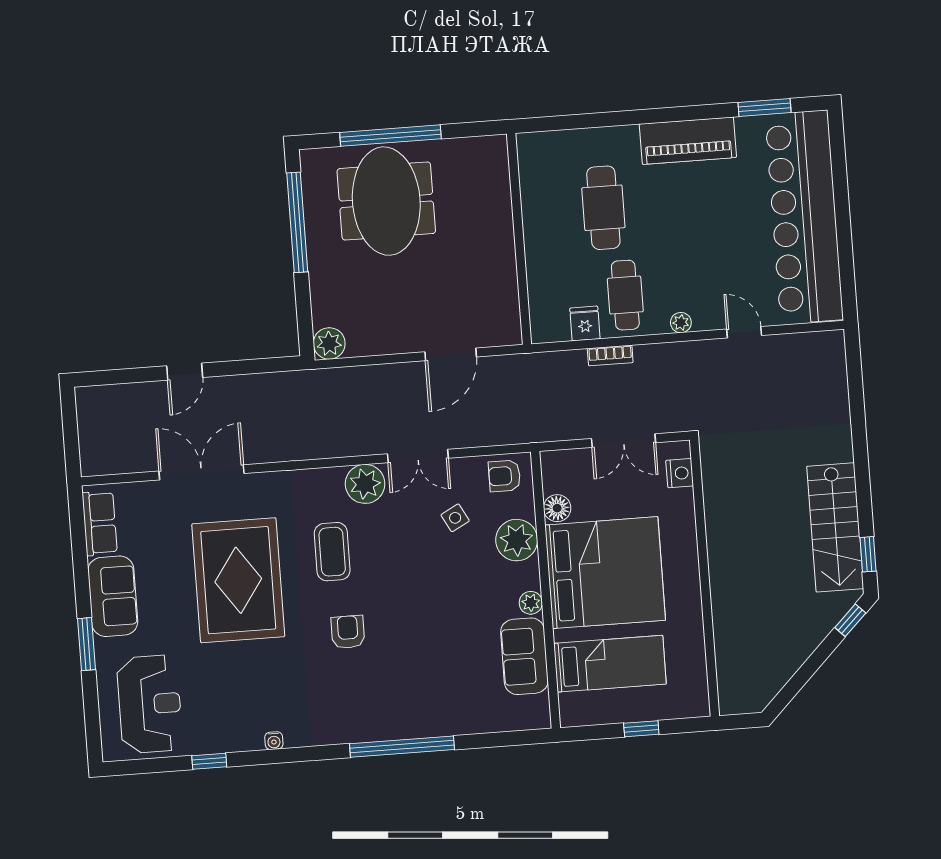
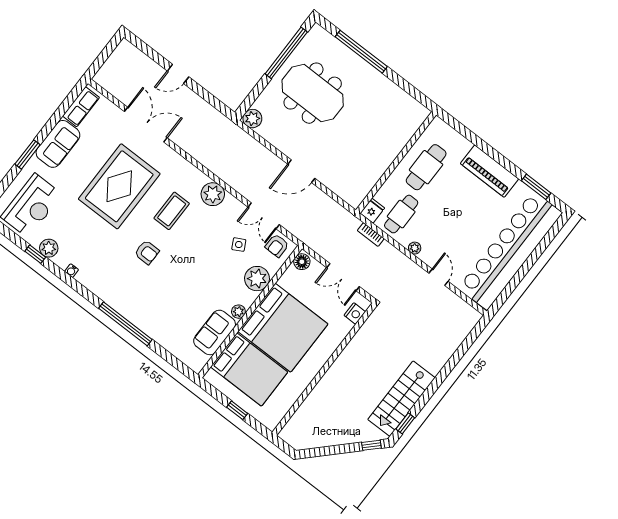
meeting table: (386, 201) -> (313, 93), moved, turned 90
wall: (519, 239) -> (396, 162), moved
double door: (418, 456) -> (264, 216), moved
armchair: (504, 476) -> (277, 246), turned -90
floor lamp: (557, 508) -> (302, 262), moved
armchair: (348, 632) -> (147, 252), turned 90
bed: (610, 664) -> (249, 369), width x1.50
plant: (220, 738) -> (49, 248), added

